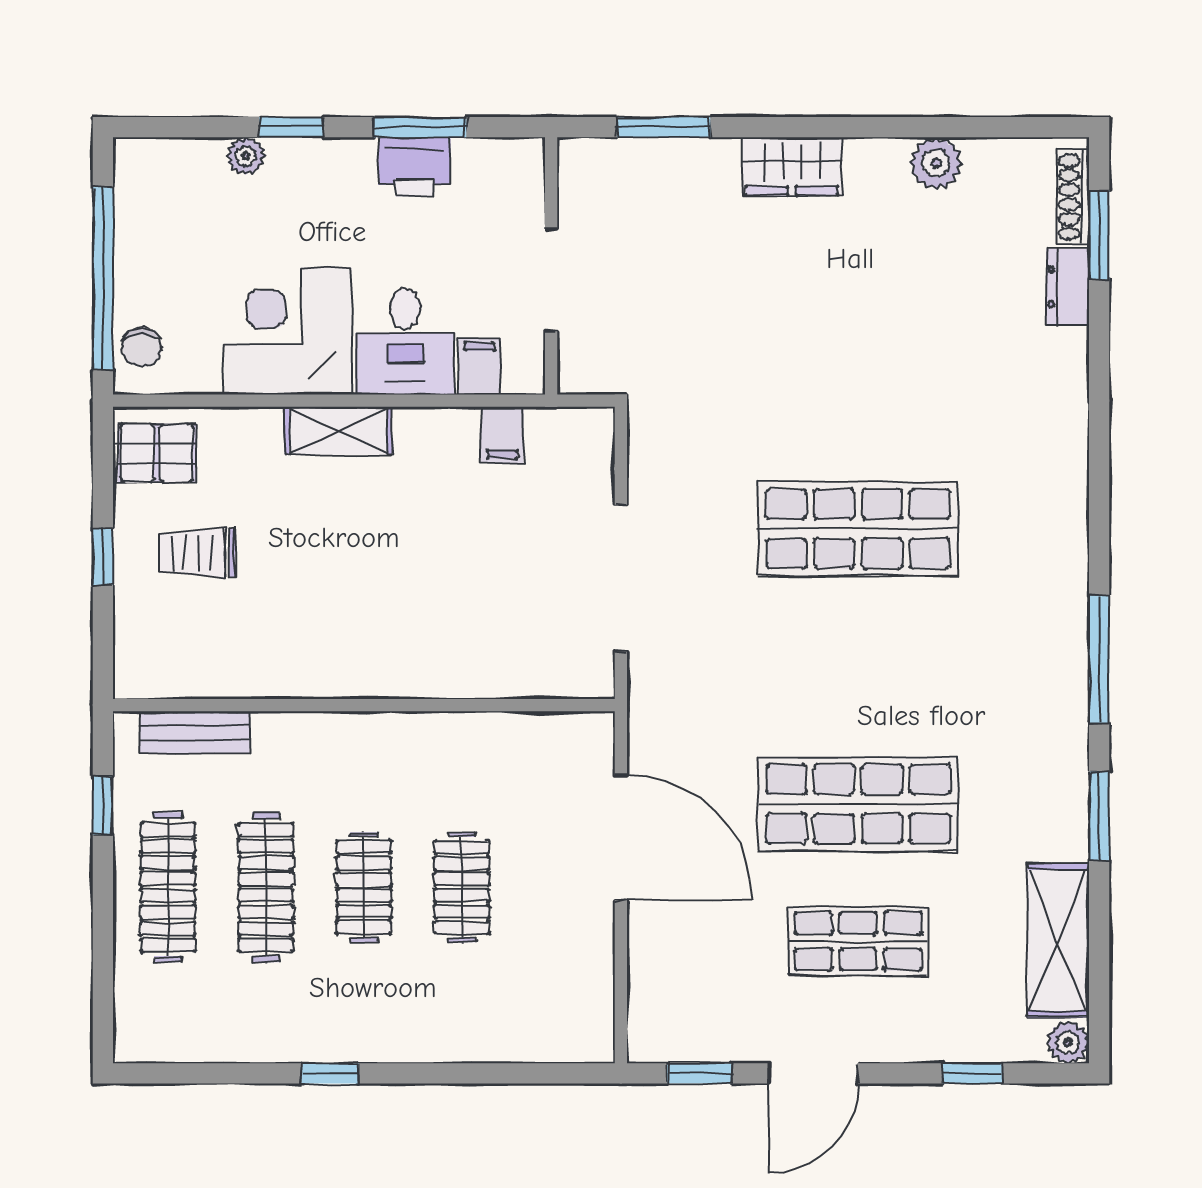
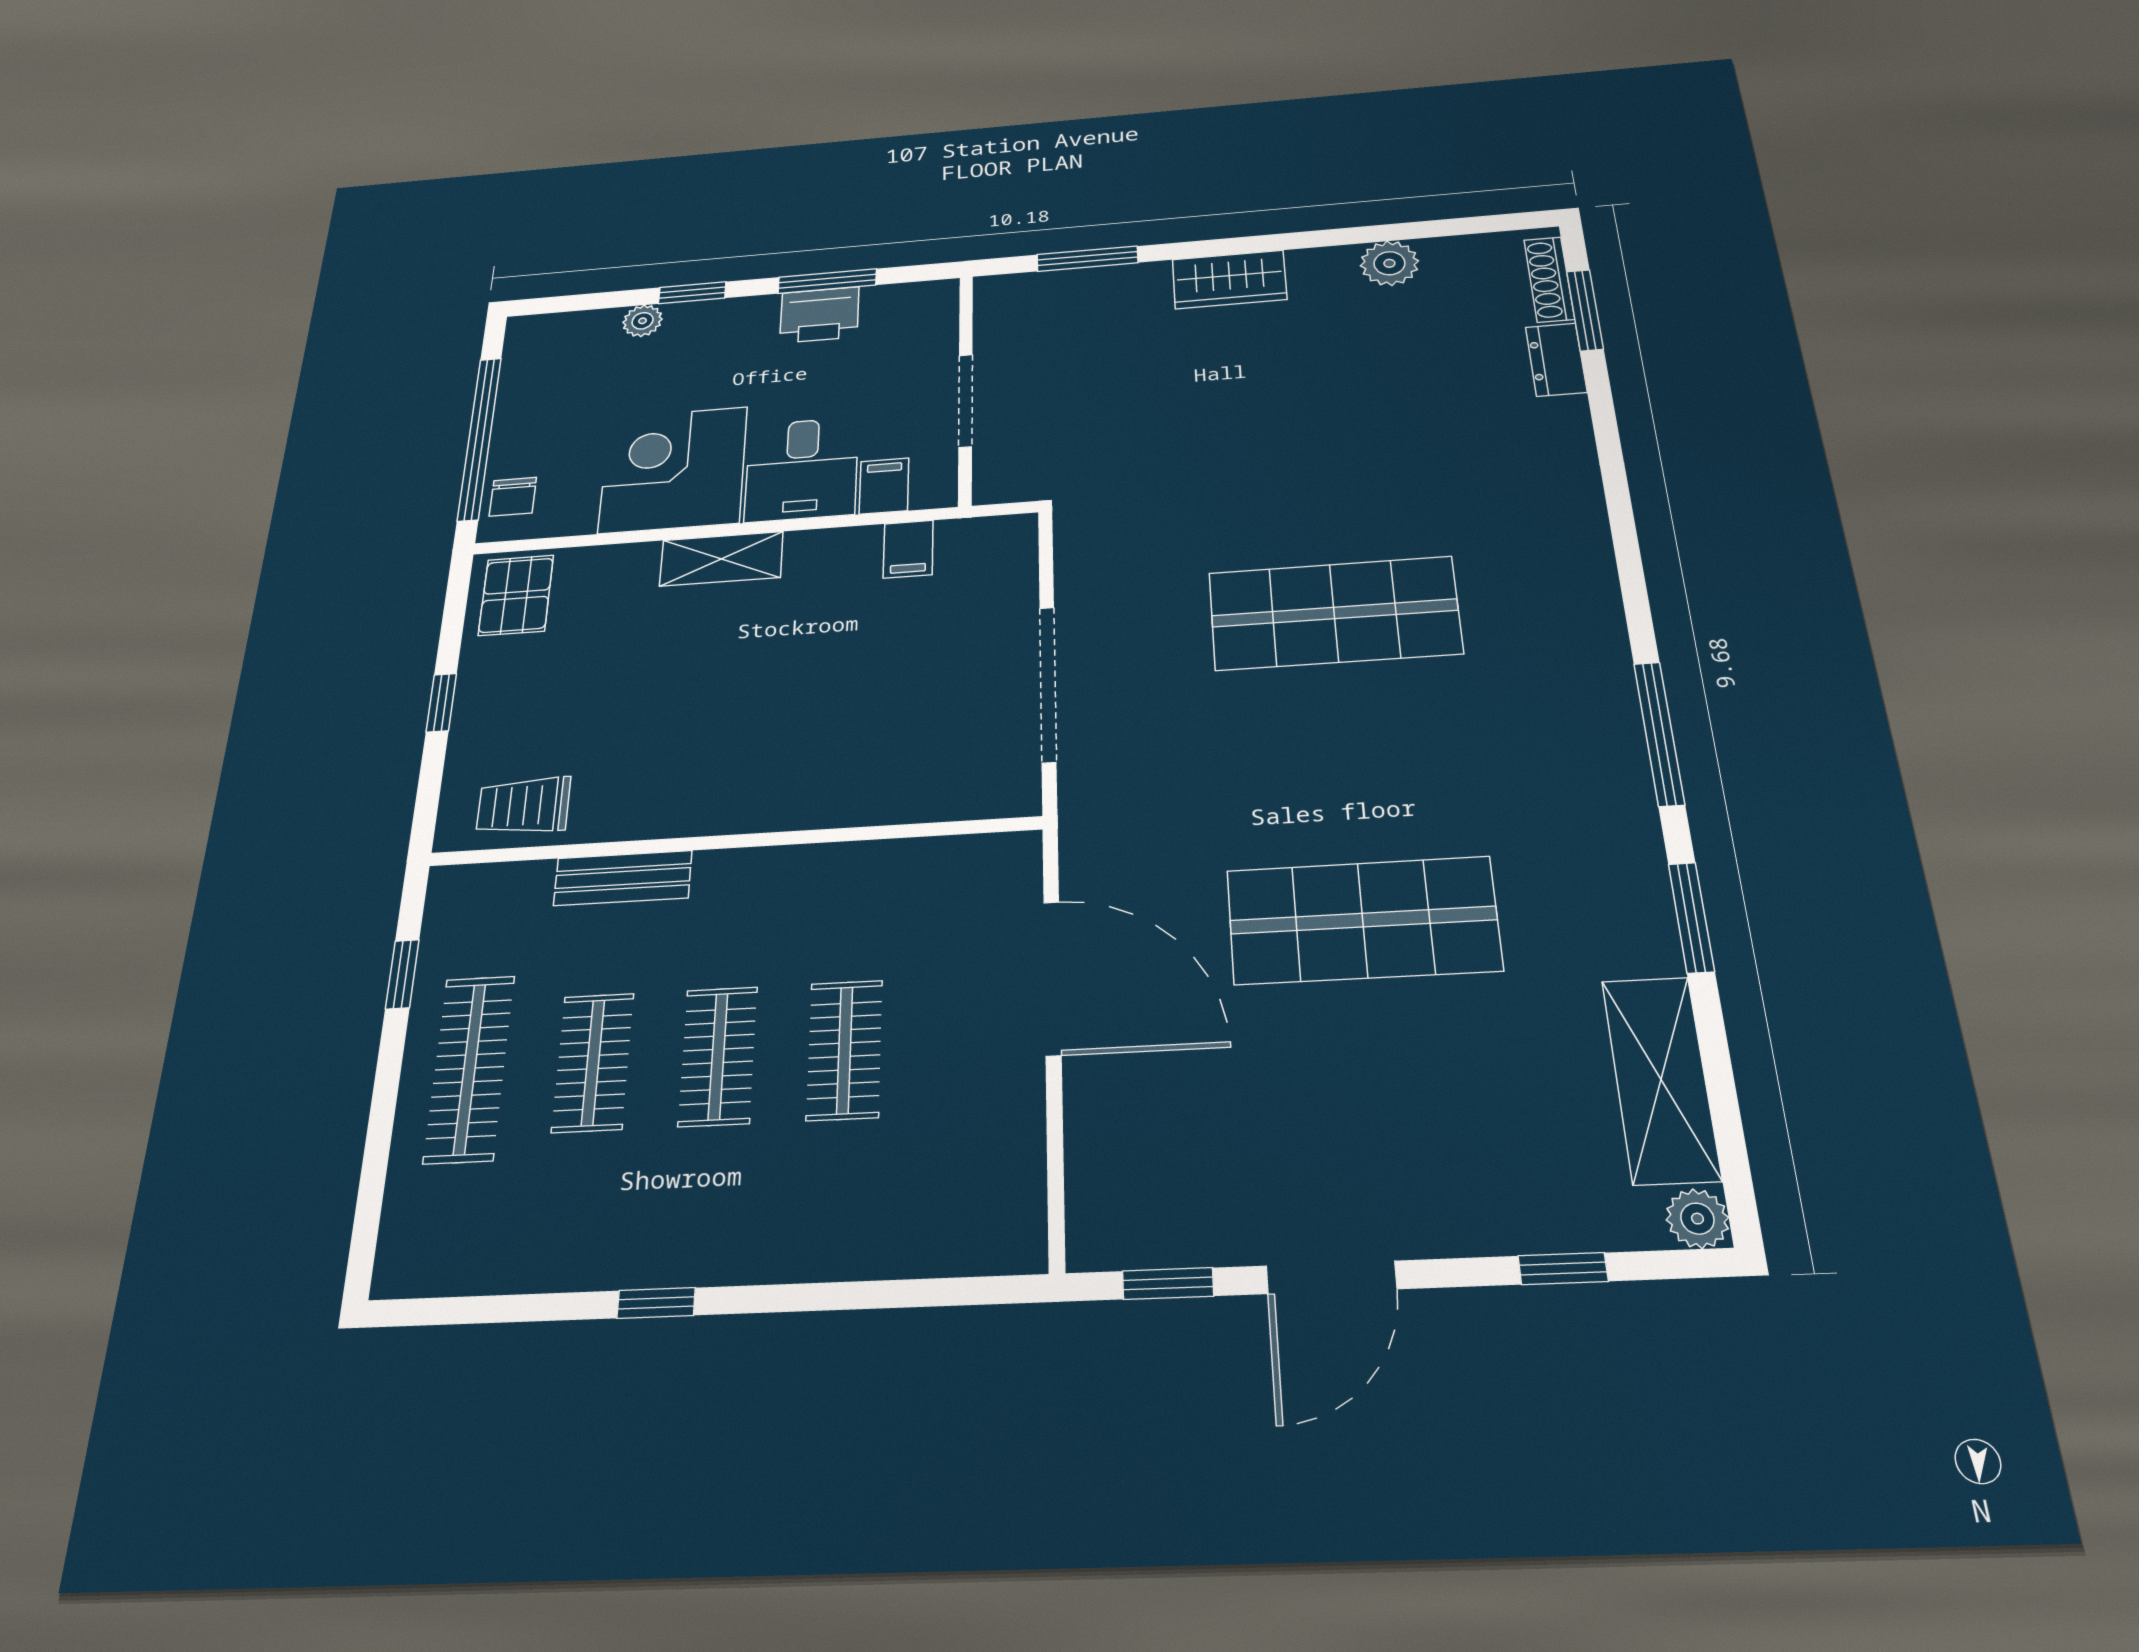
pallet: (157, 453) -> (516, 595), turned 90
trolley: (197, 553) -> (523, 806), moved
bench: (194, 732) -> (623, 878), moved
clothes rail: (266, 887) -> (593, 1062), width x0.73
shop shelf: (858, 941) -> (1379, 1094), removed

